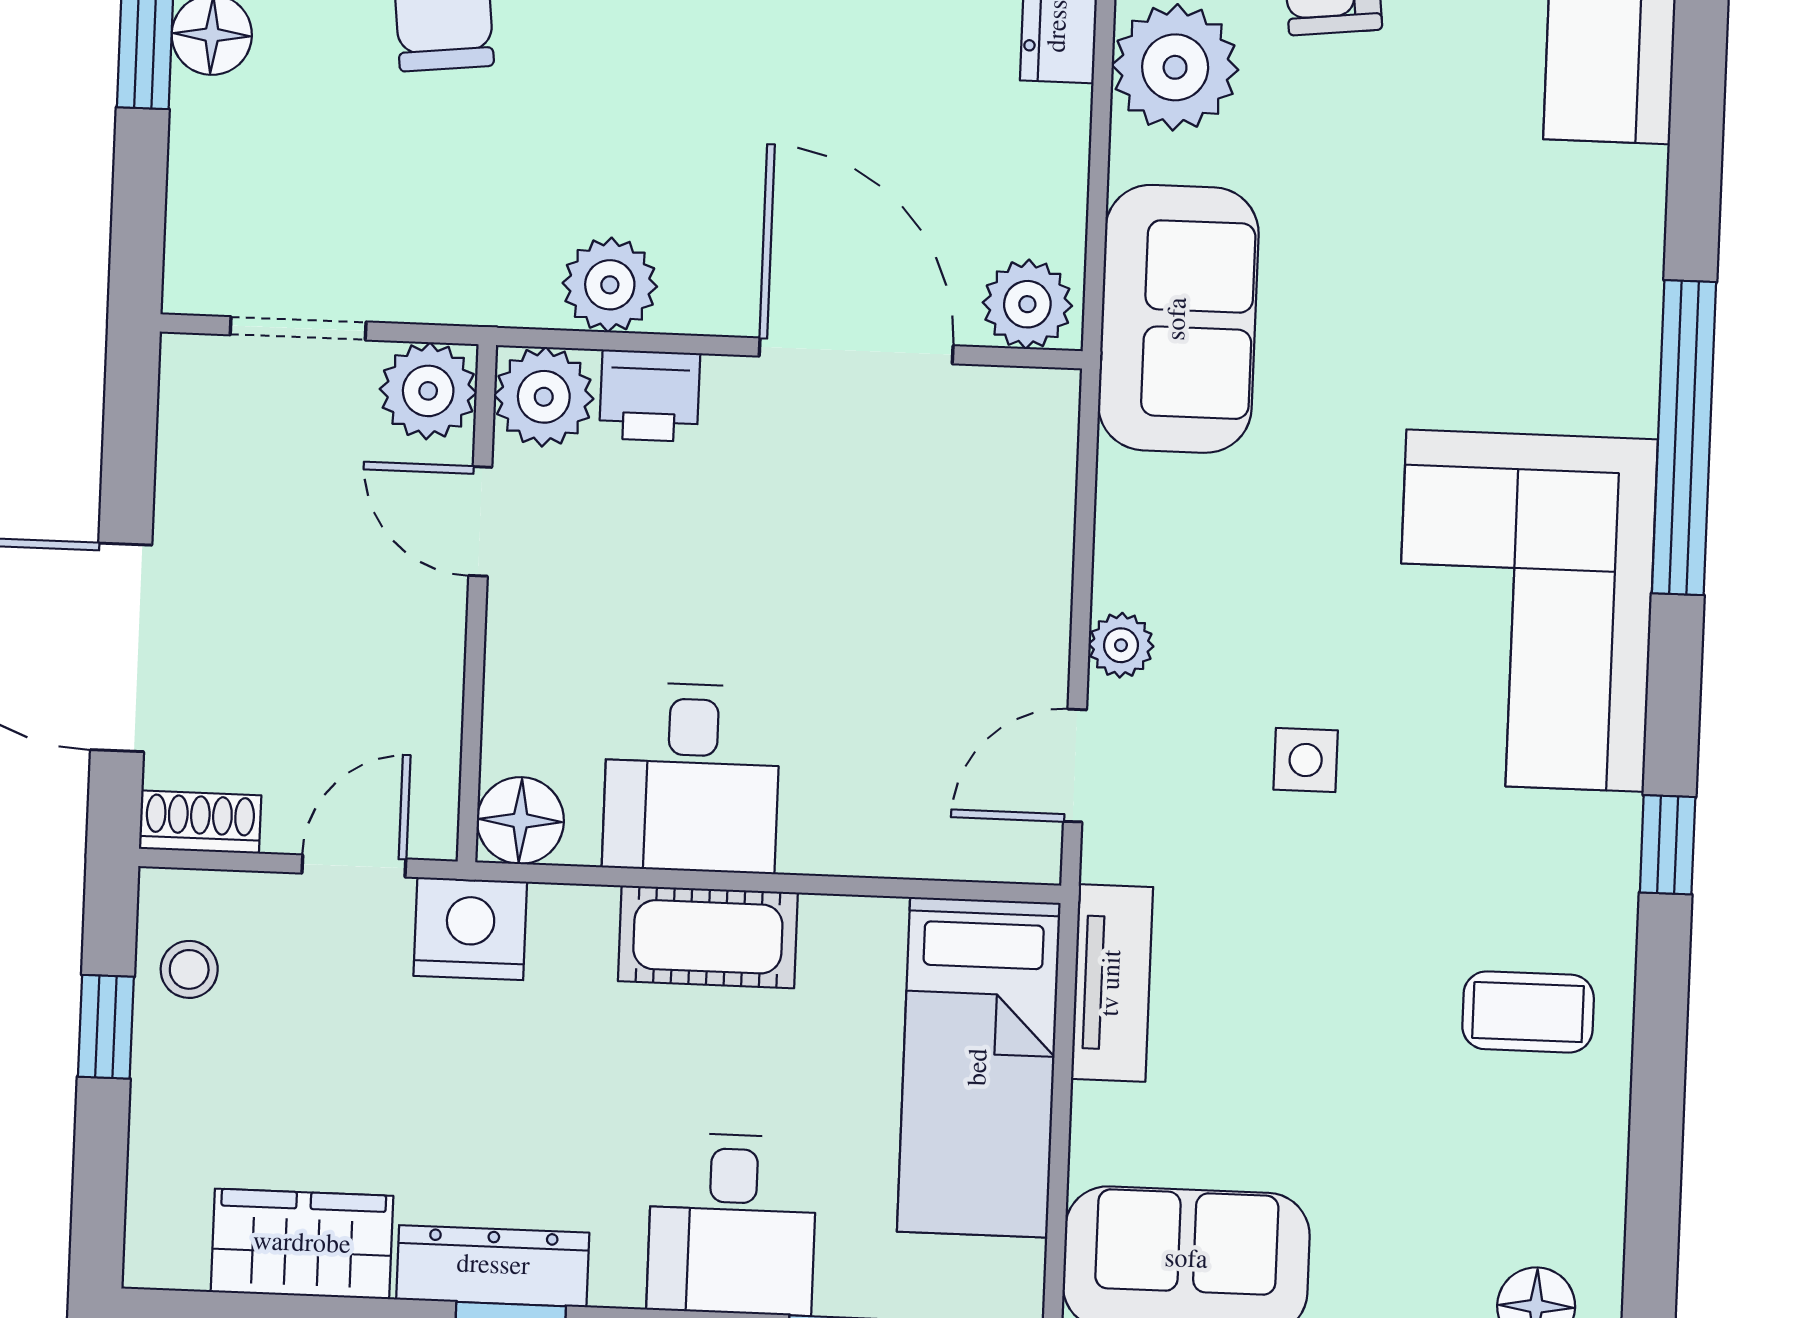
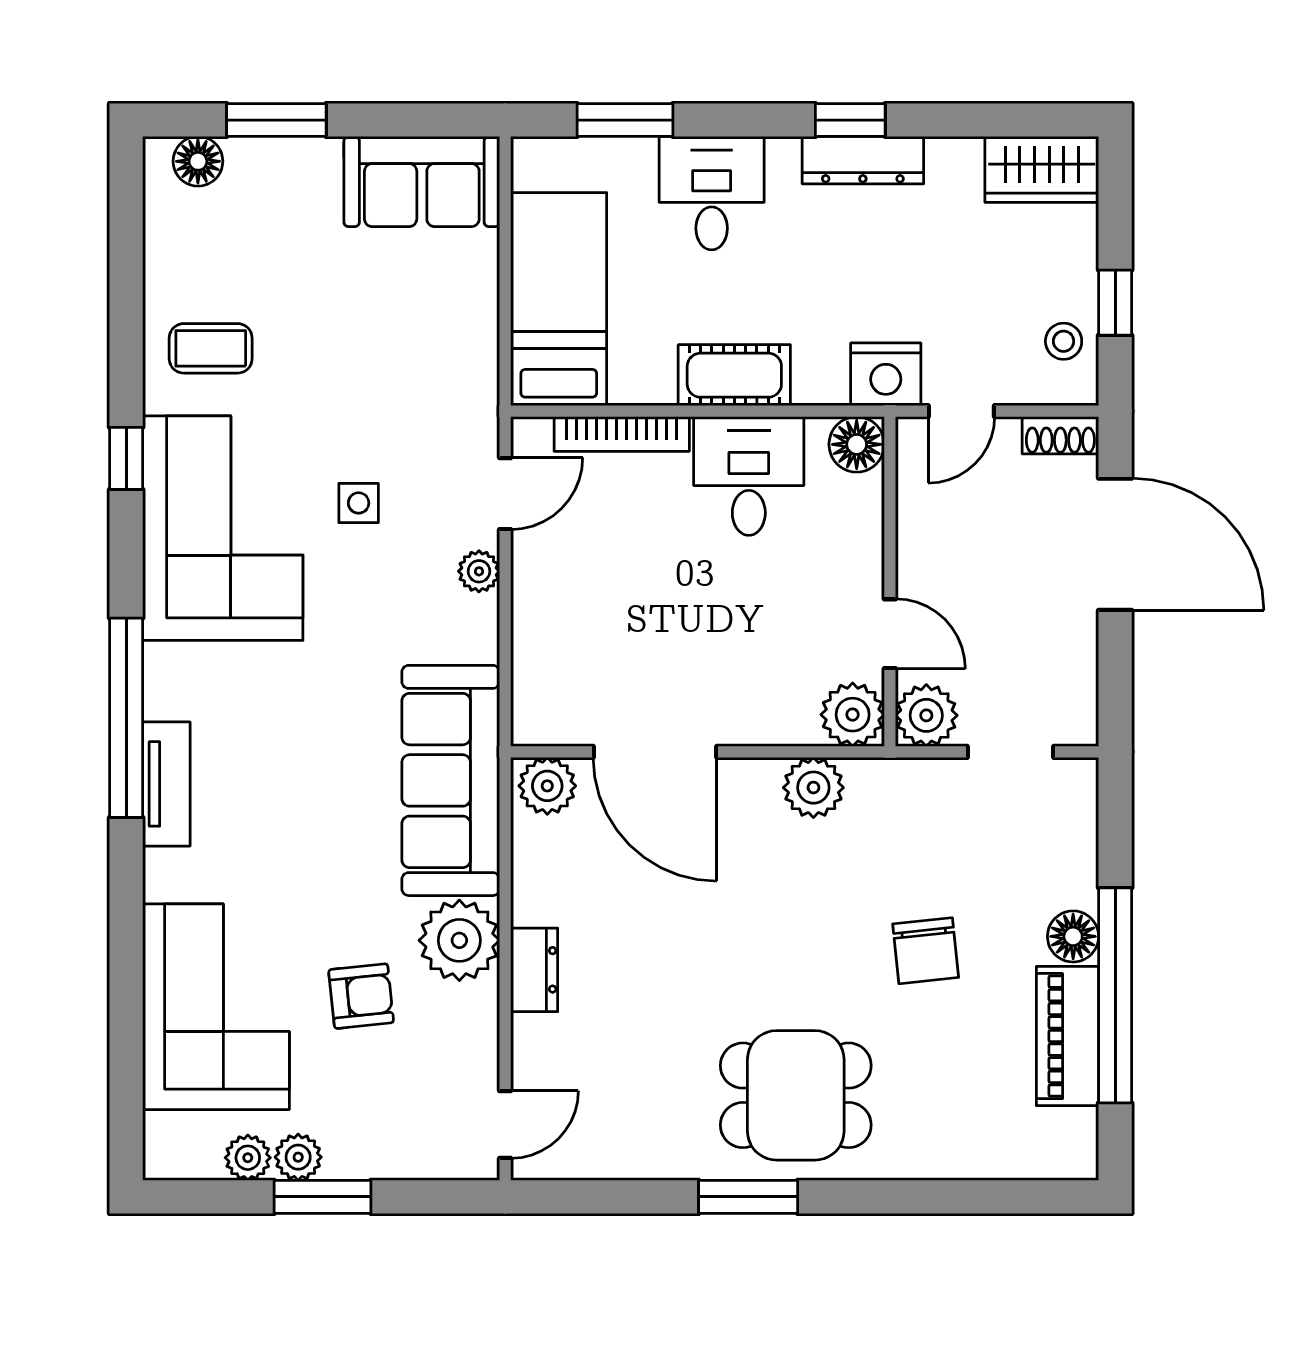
sofa: (1178, 319) -> (451, 780), width x1.36
printer: (650, 396) -> (785, 718), removed
corner sofa: (1525, 611) -> (223, 528), moved
bookcase: (888, 852) -> (622, 434), added
tv unit: (1112, 983) -> (166, 784), moved, turned 180
wardrobe: (302, 1244) -> (1042, 169), moved

